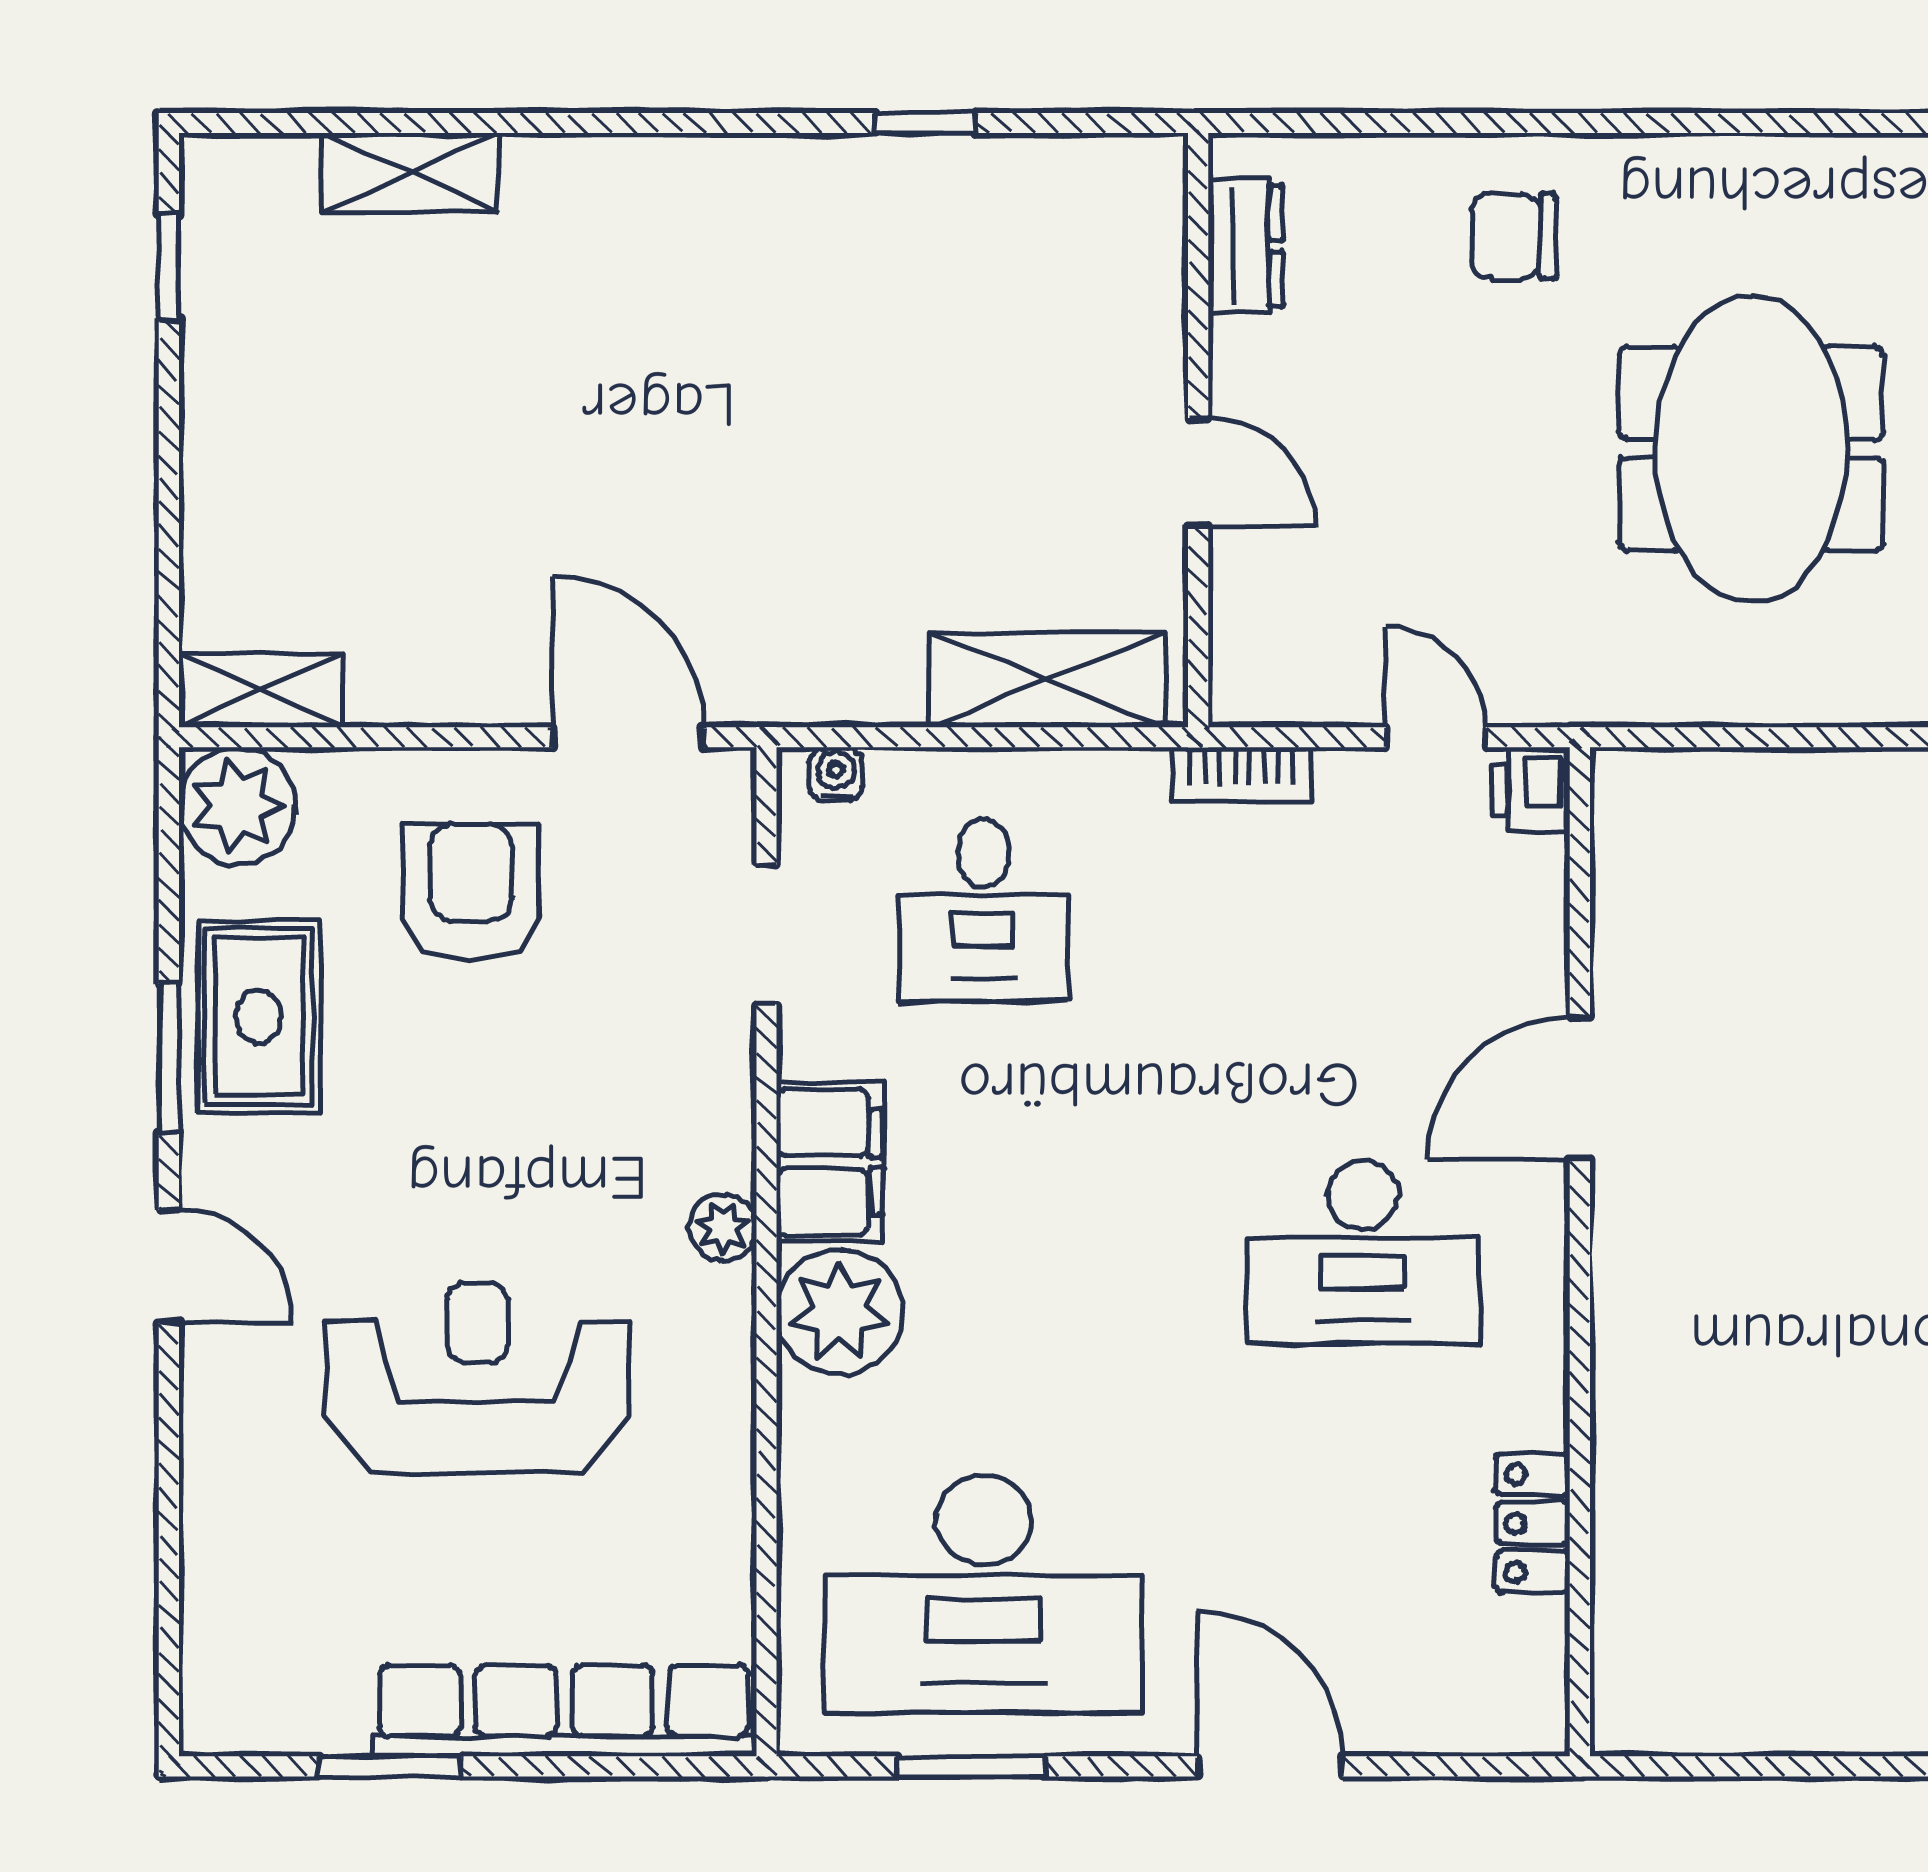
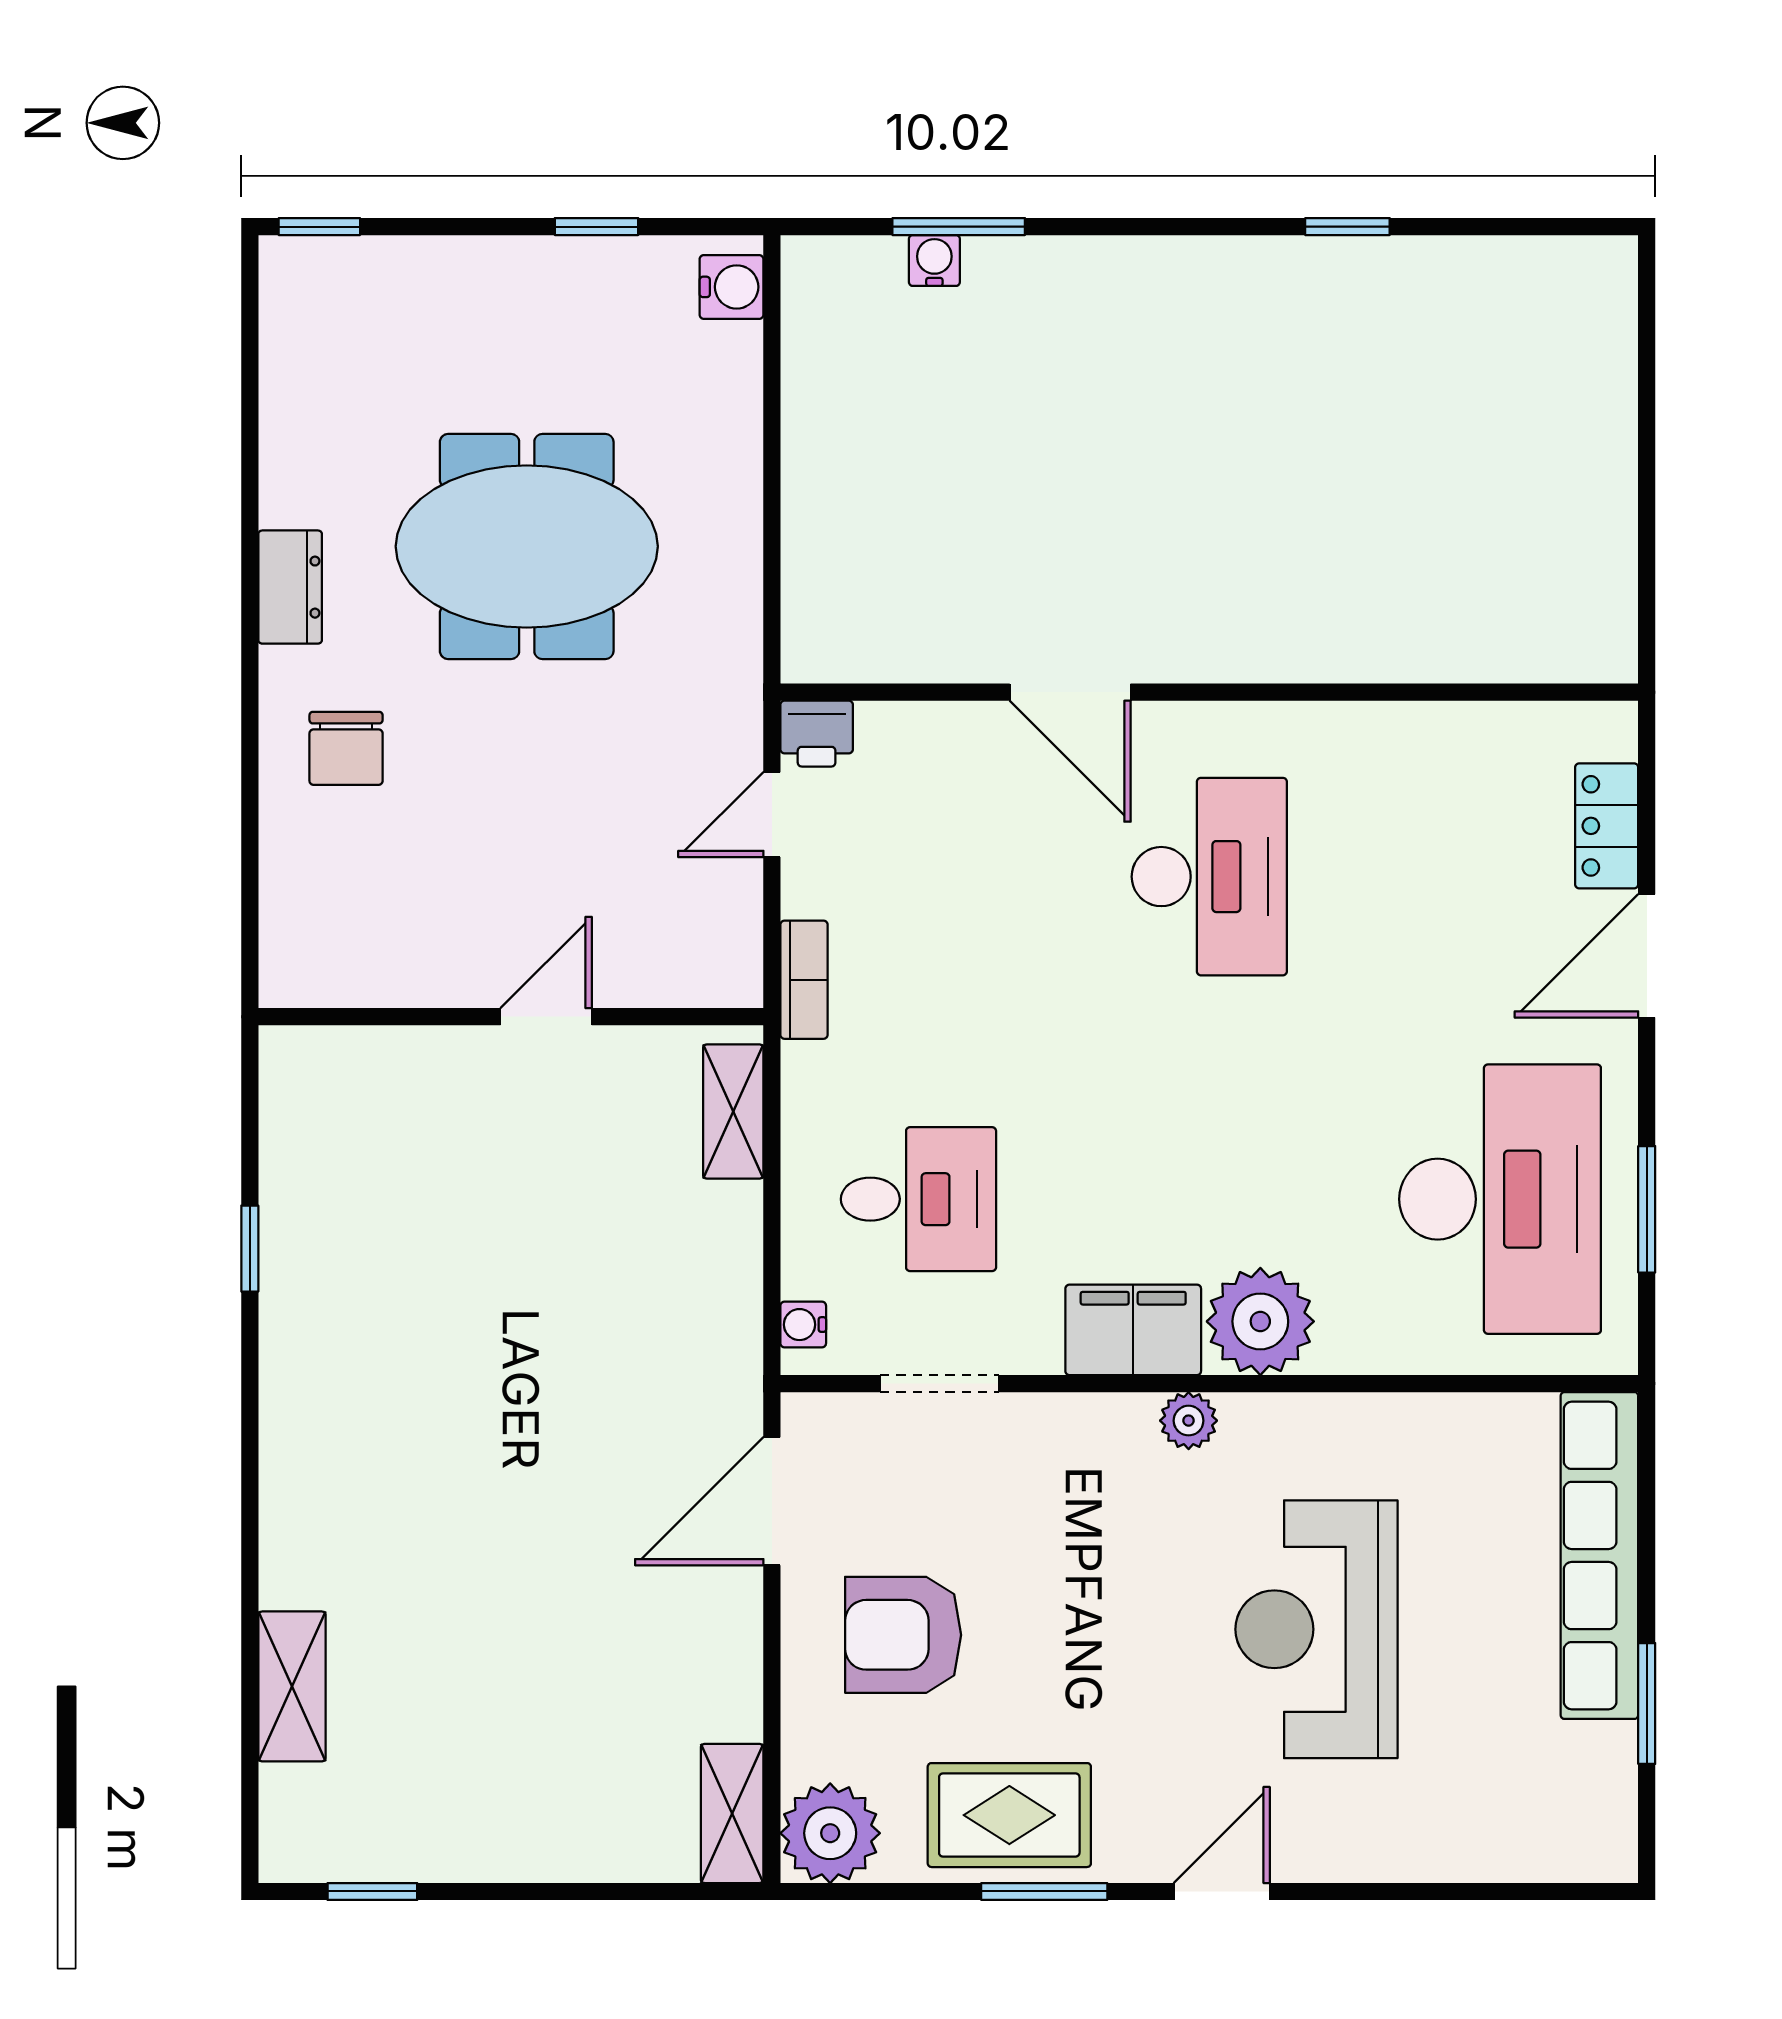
dresser: (1246, 246) -> (290, 587), moved, turned 90
shelving: (1047, 680) -> (733, 1111), width x0.67, depth x0.75
locker: (1533, 1523) -> (1607, 826), moved, turned 90

